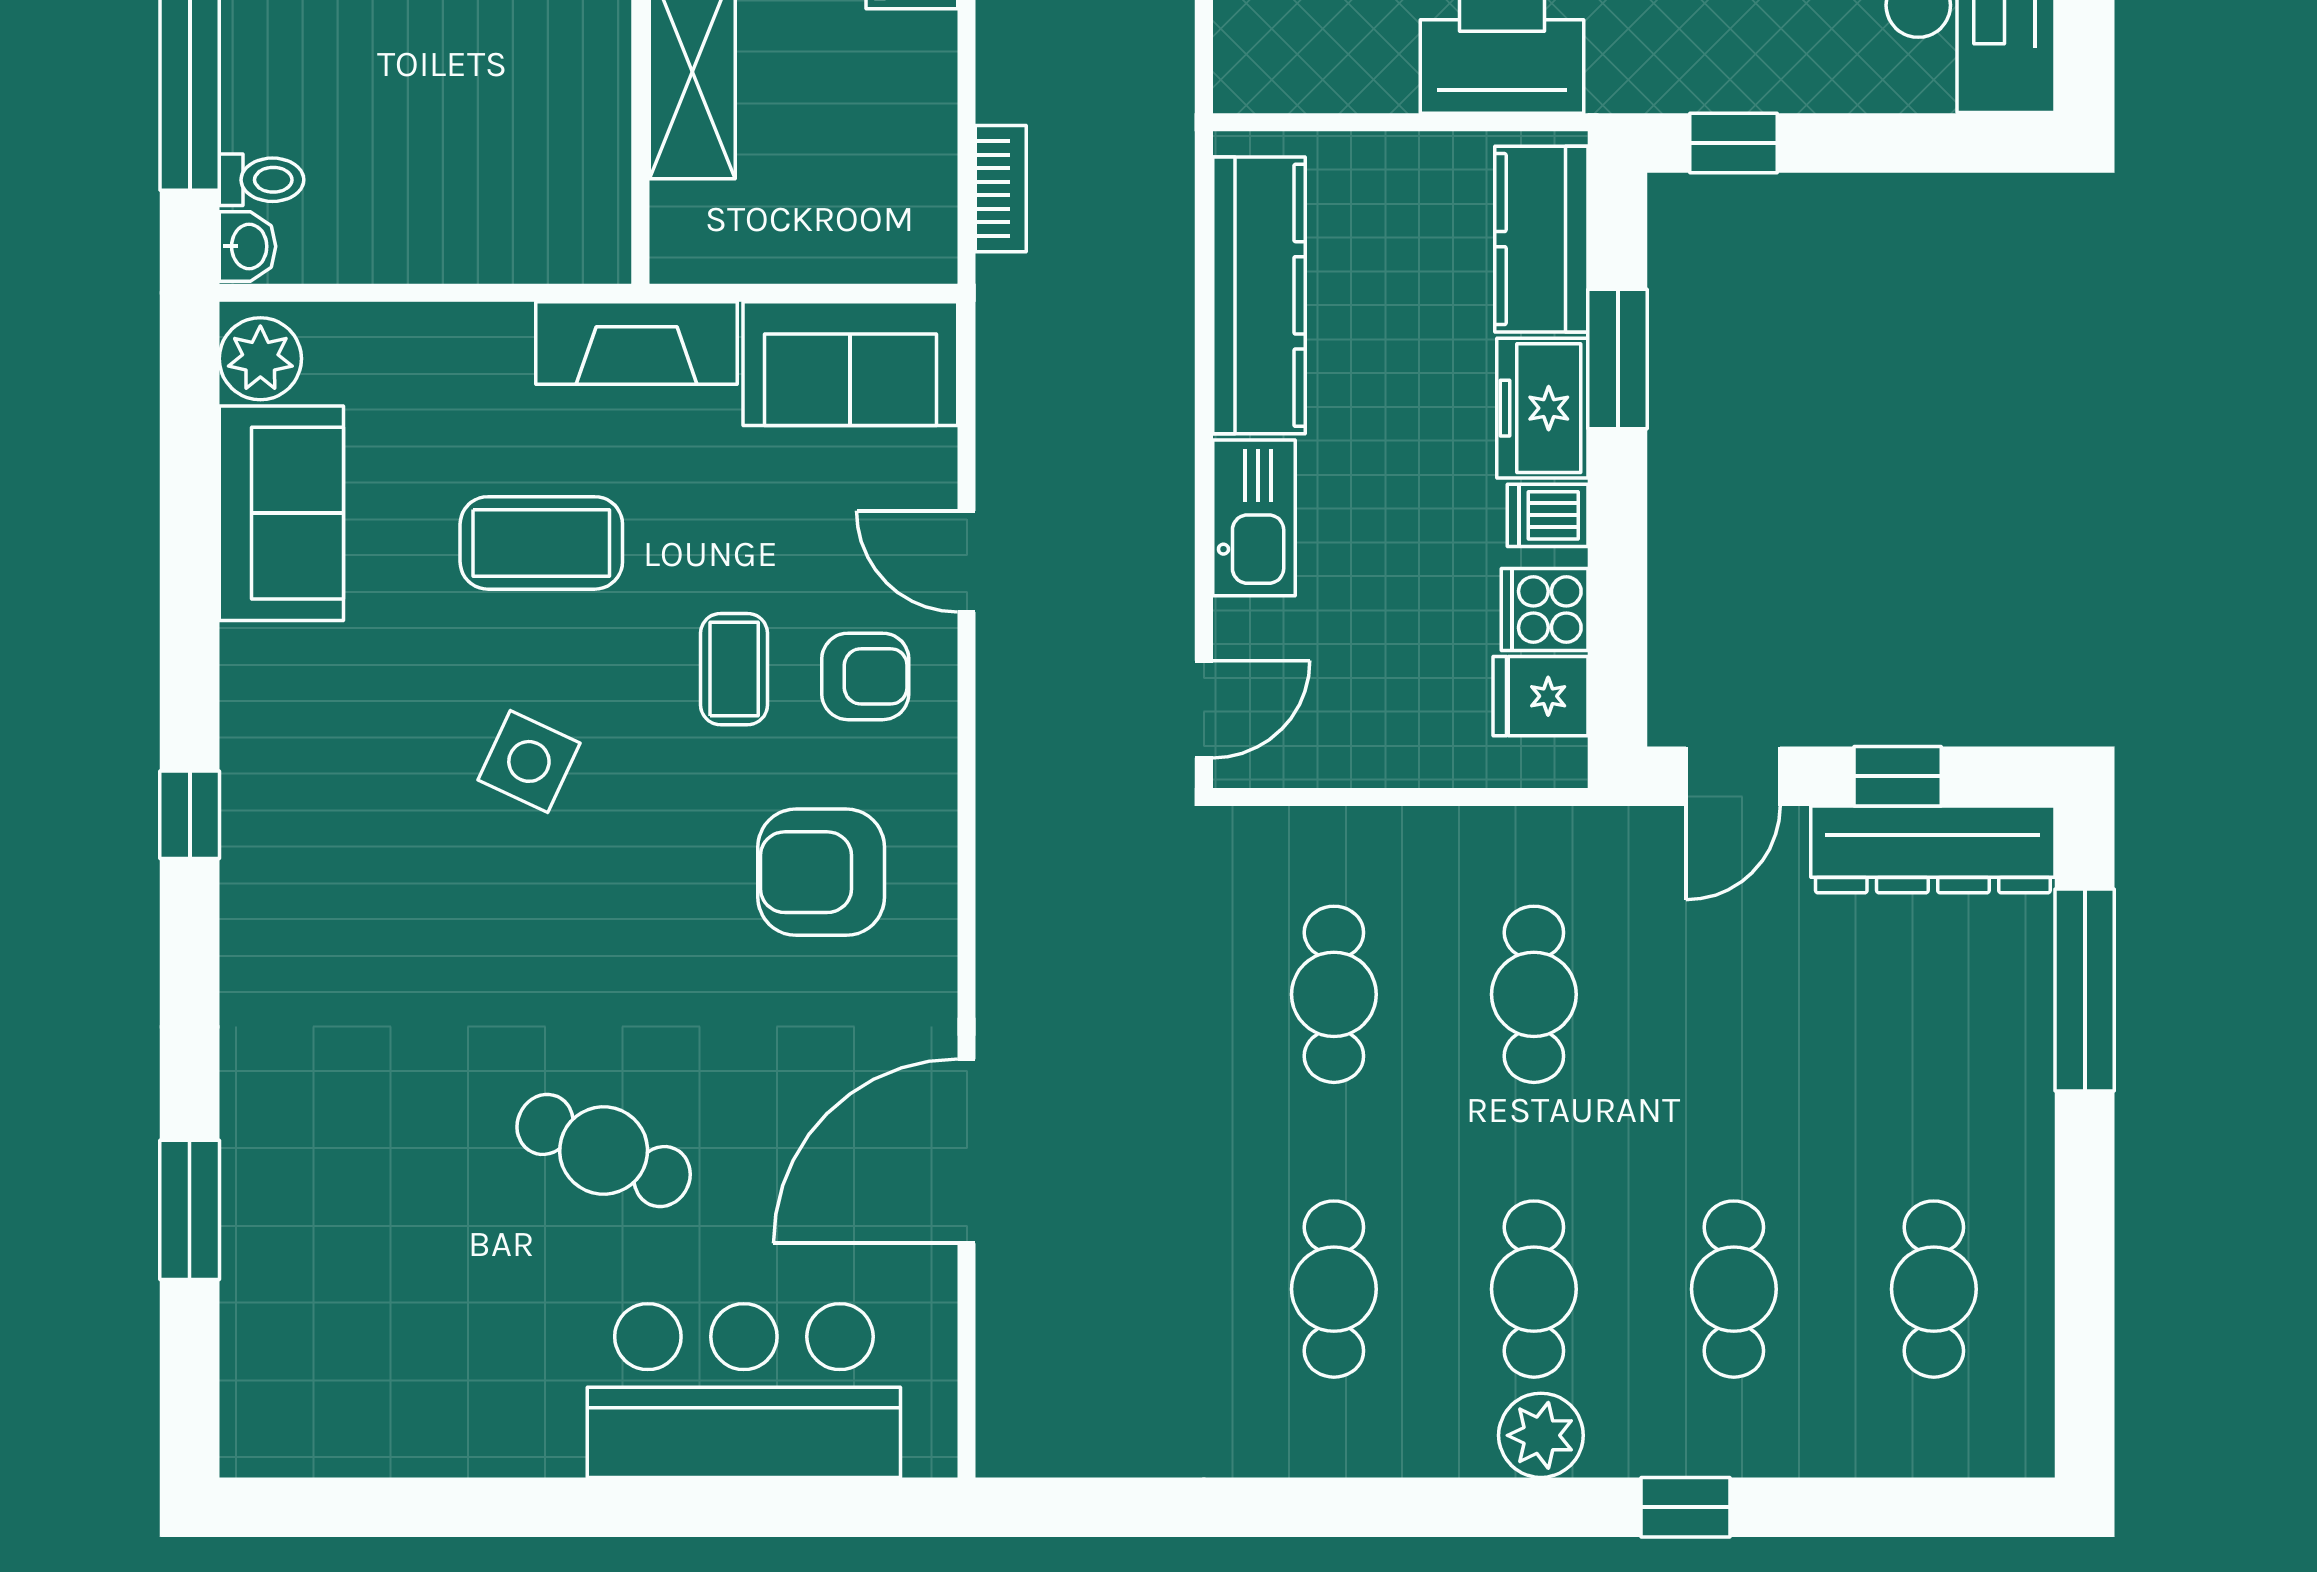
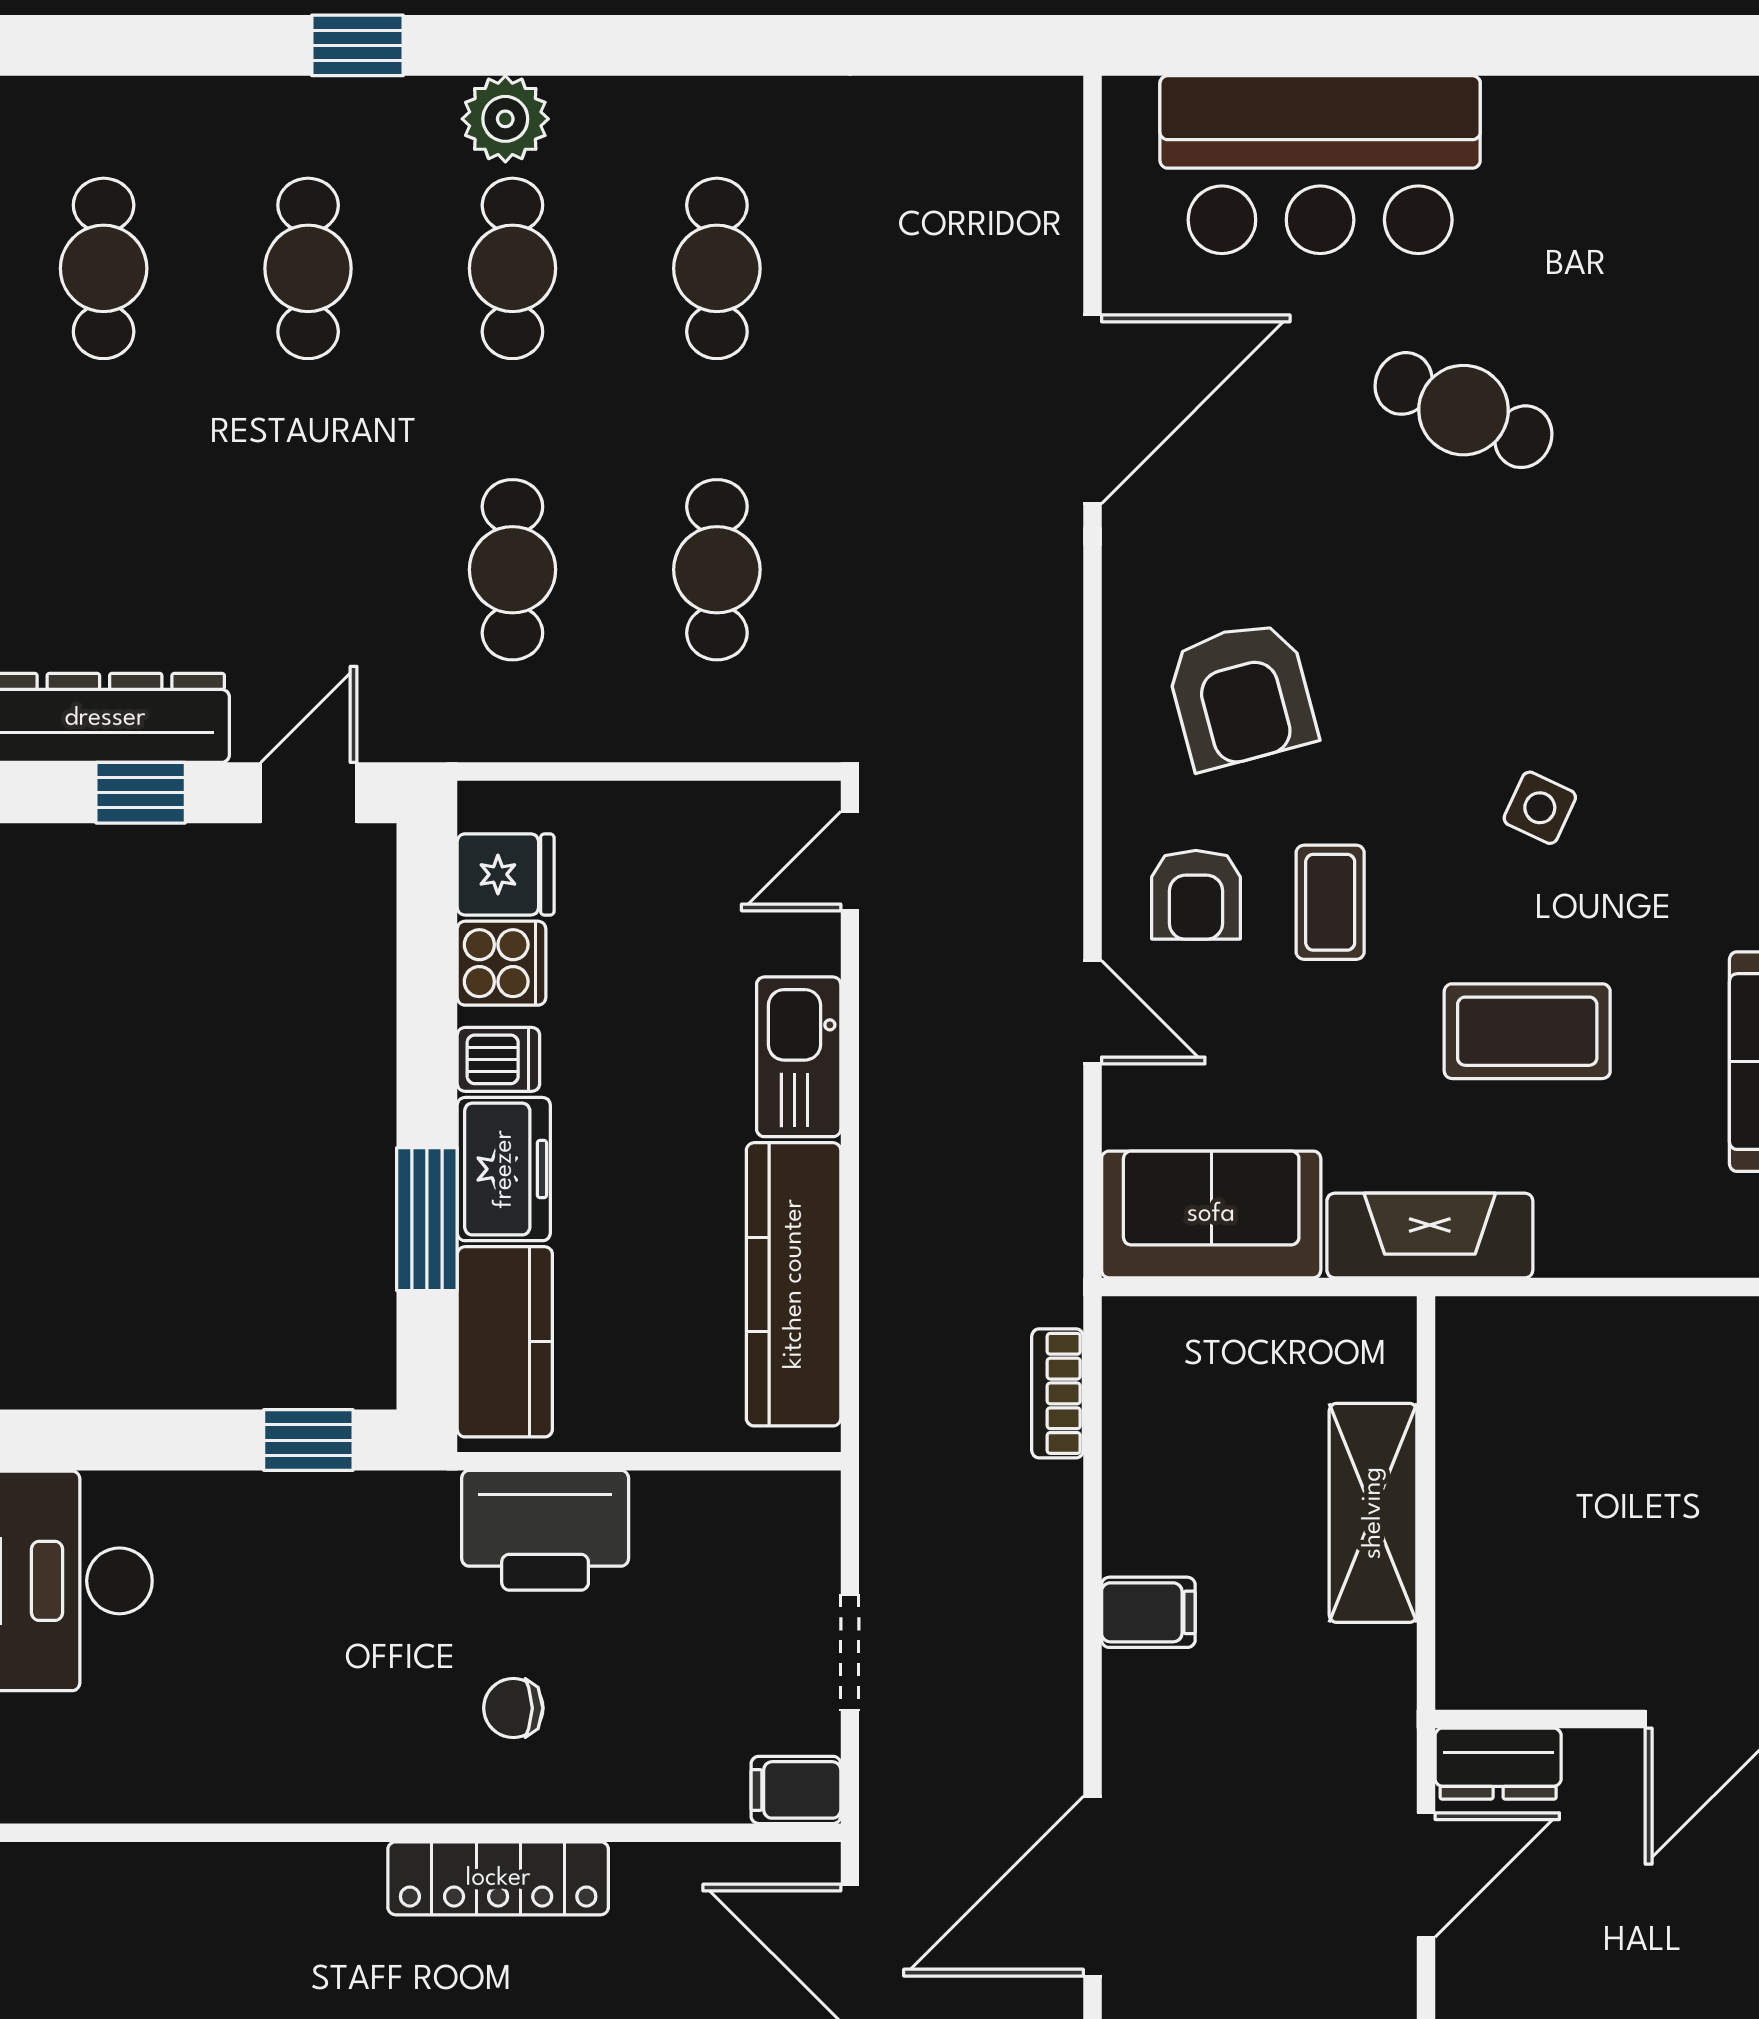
armchair: (865, 676) -> (1196, 895), turned -90
side table: (529, 761) -> (1540, 808), width x0.73, depth x0.73
armchair: (821, 872) -> (1241, 695), turned 75

